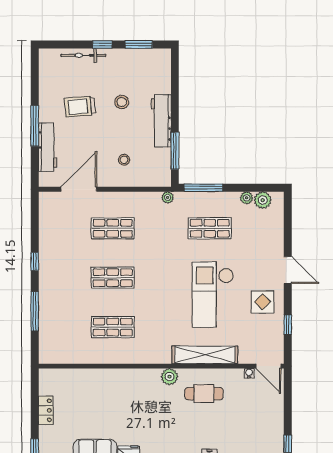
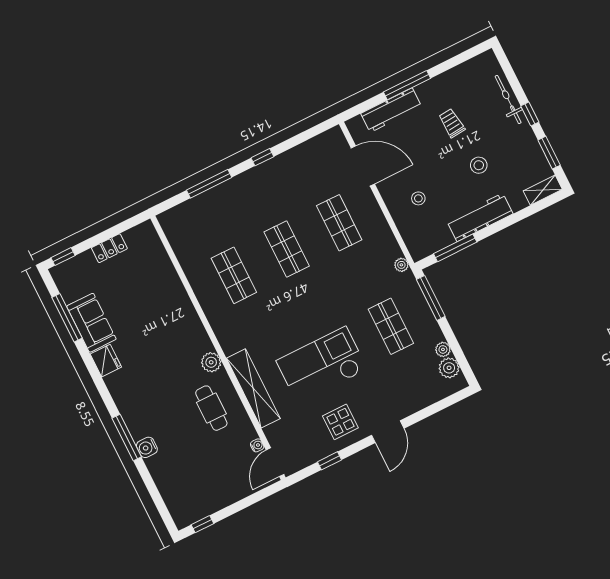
shelving: (164, 63) -> (543, 190), added
trolley: (80, 107) -> (452, 123), width x0.73, depth x0.72

